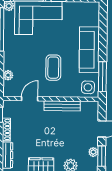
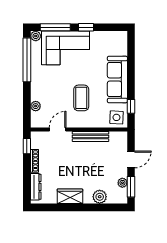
window: (102, 77) -> (131, 106), width x0.46

